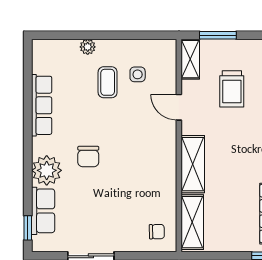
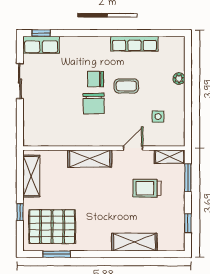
coffee table: (108, 82) -> (126, 86), moved
plant: (47, 170) -> (85, 47), removed
row of seats: (43, 211) -> (41, 45), moved
shelving: (192, 222) -> (31, 176), moved, turned 90
chair: (157, 232) -> (94, 104), moved, width x1.87, depth x1.87

